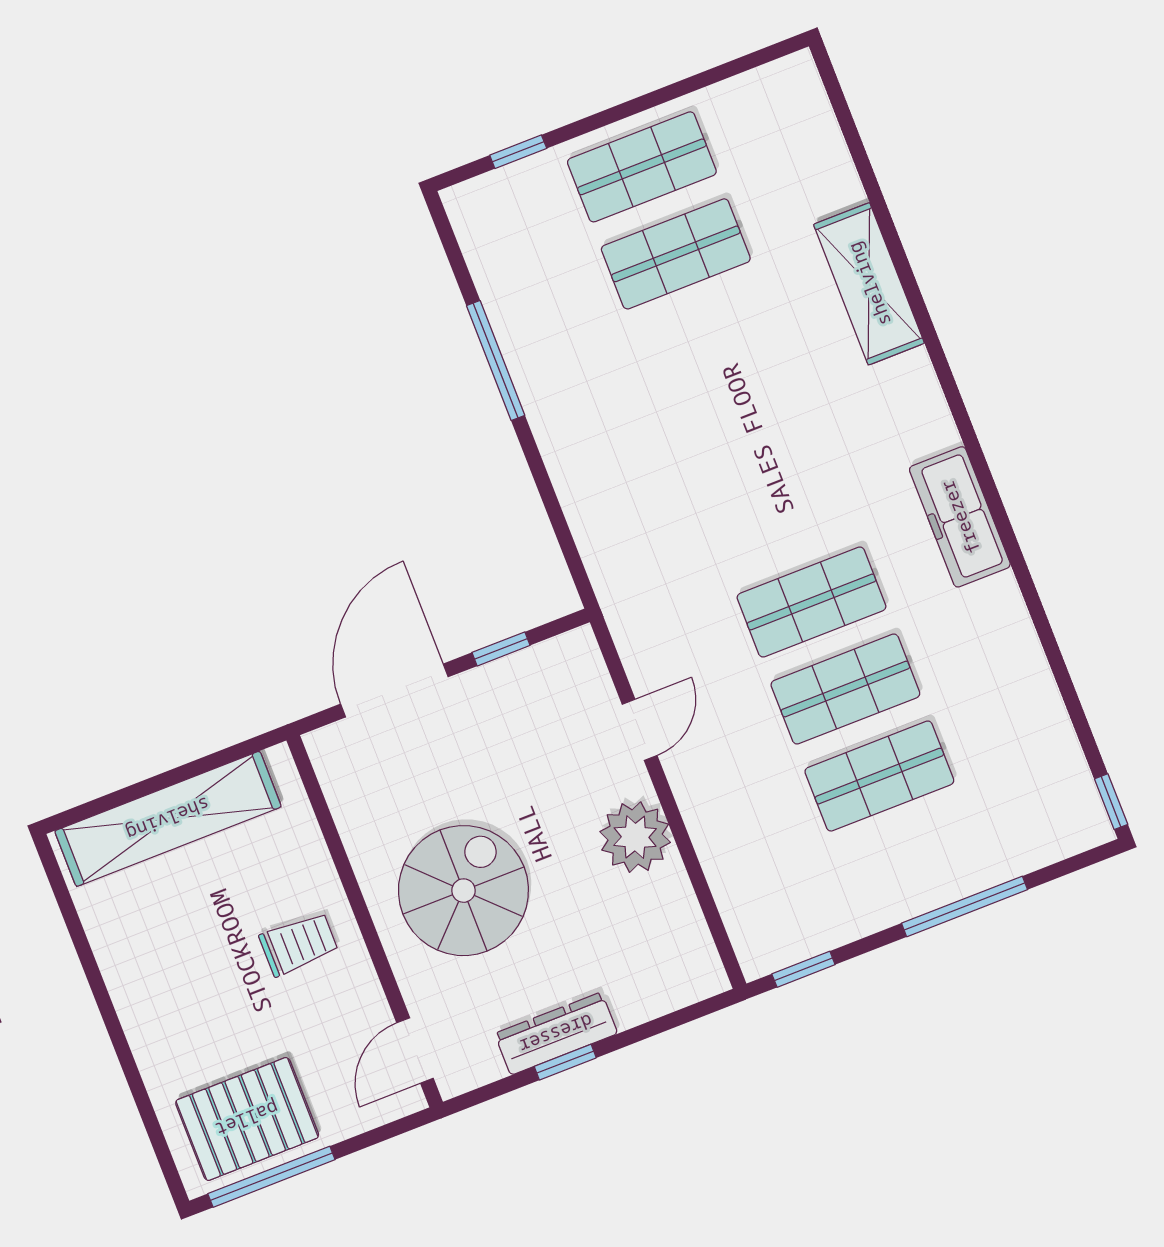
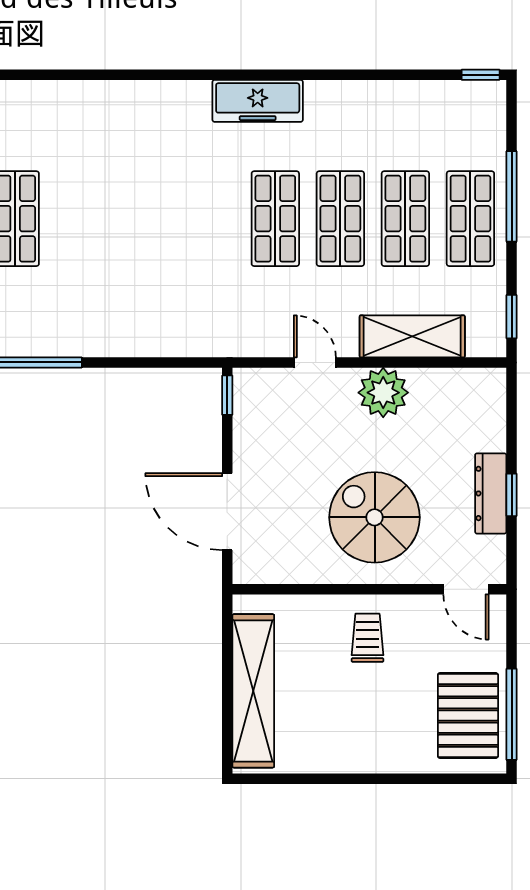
shelving: (869, 284) -> (412, 336), moved
window: (501, 649) -> (227, 395), moved
shop shelf: (913, 863) -> (470, 219), added

